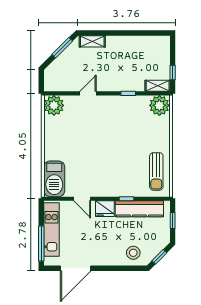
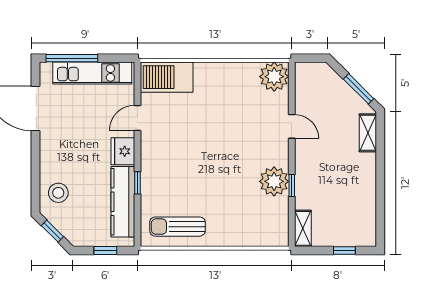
window: (173, 72) -> (344, 250), moved
plant: (159, 105) -> (274, 181), moved

